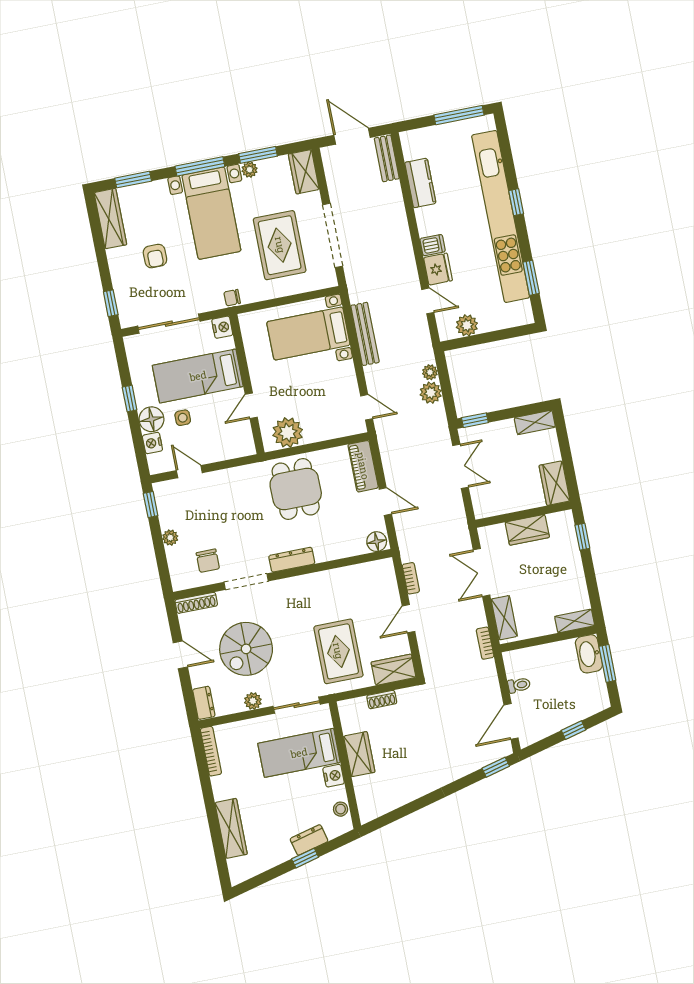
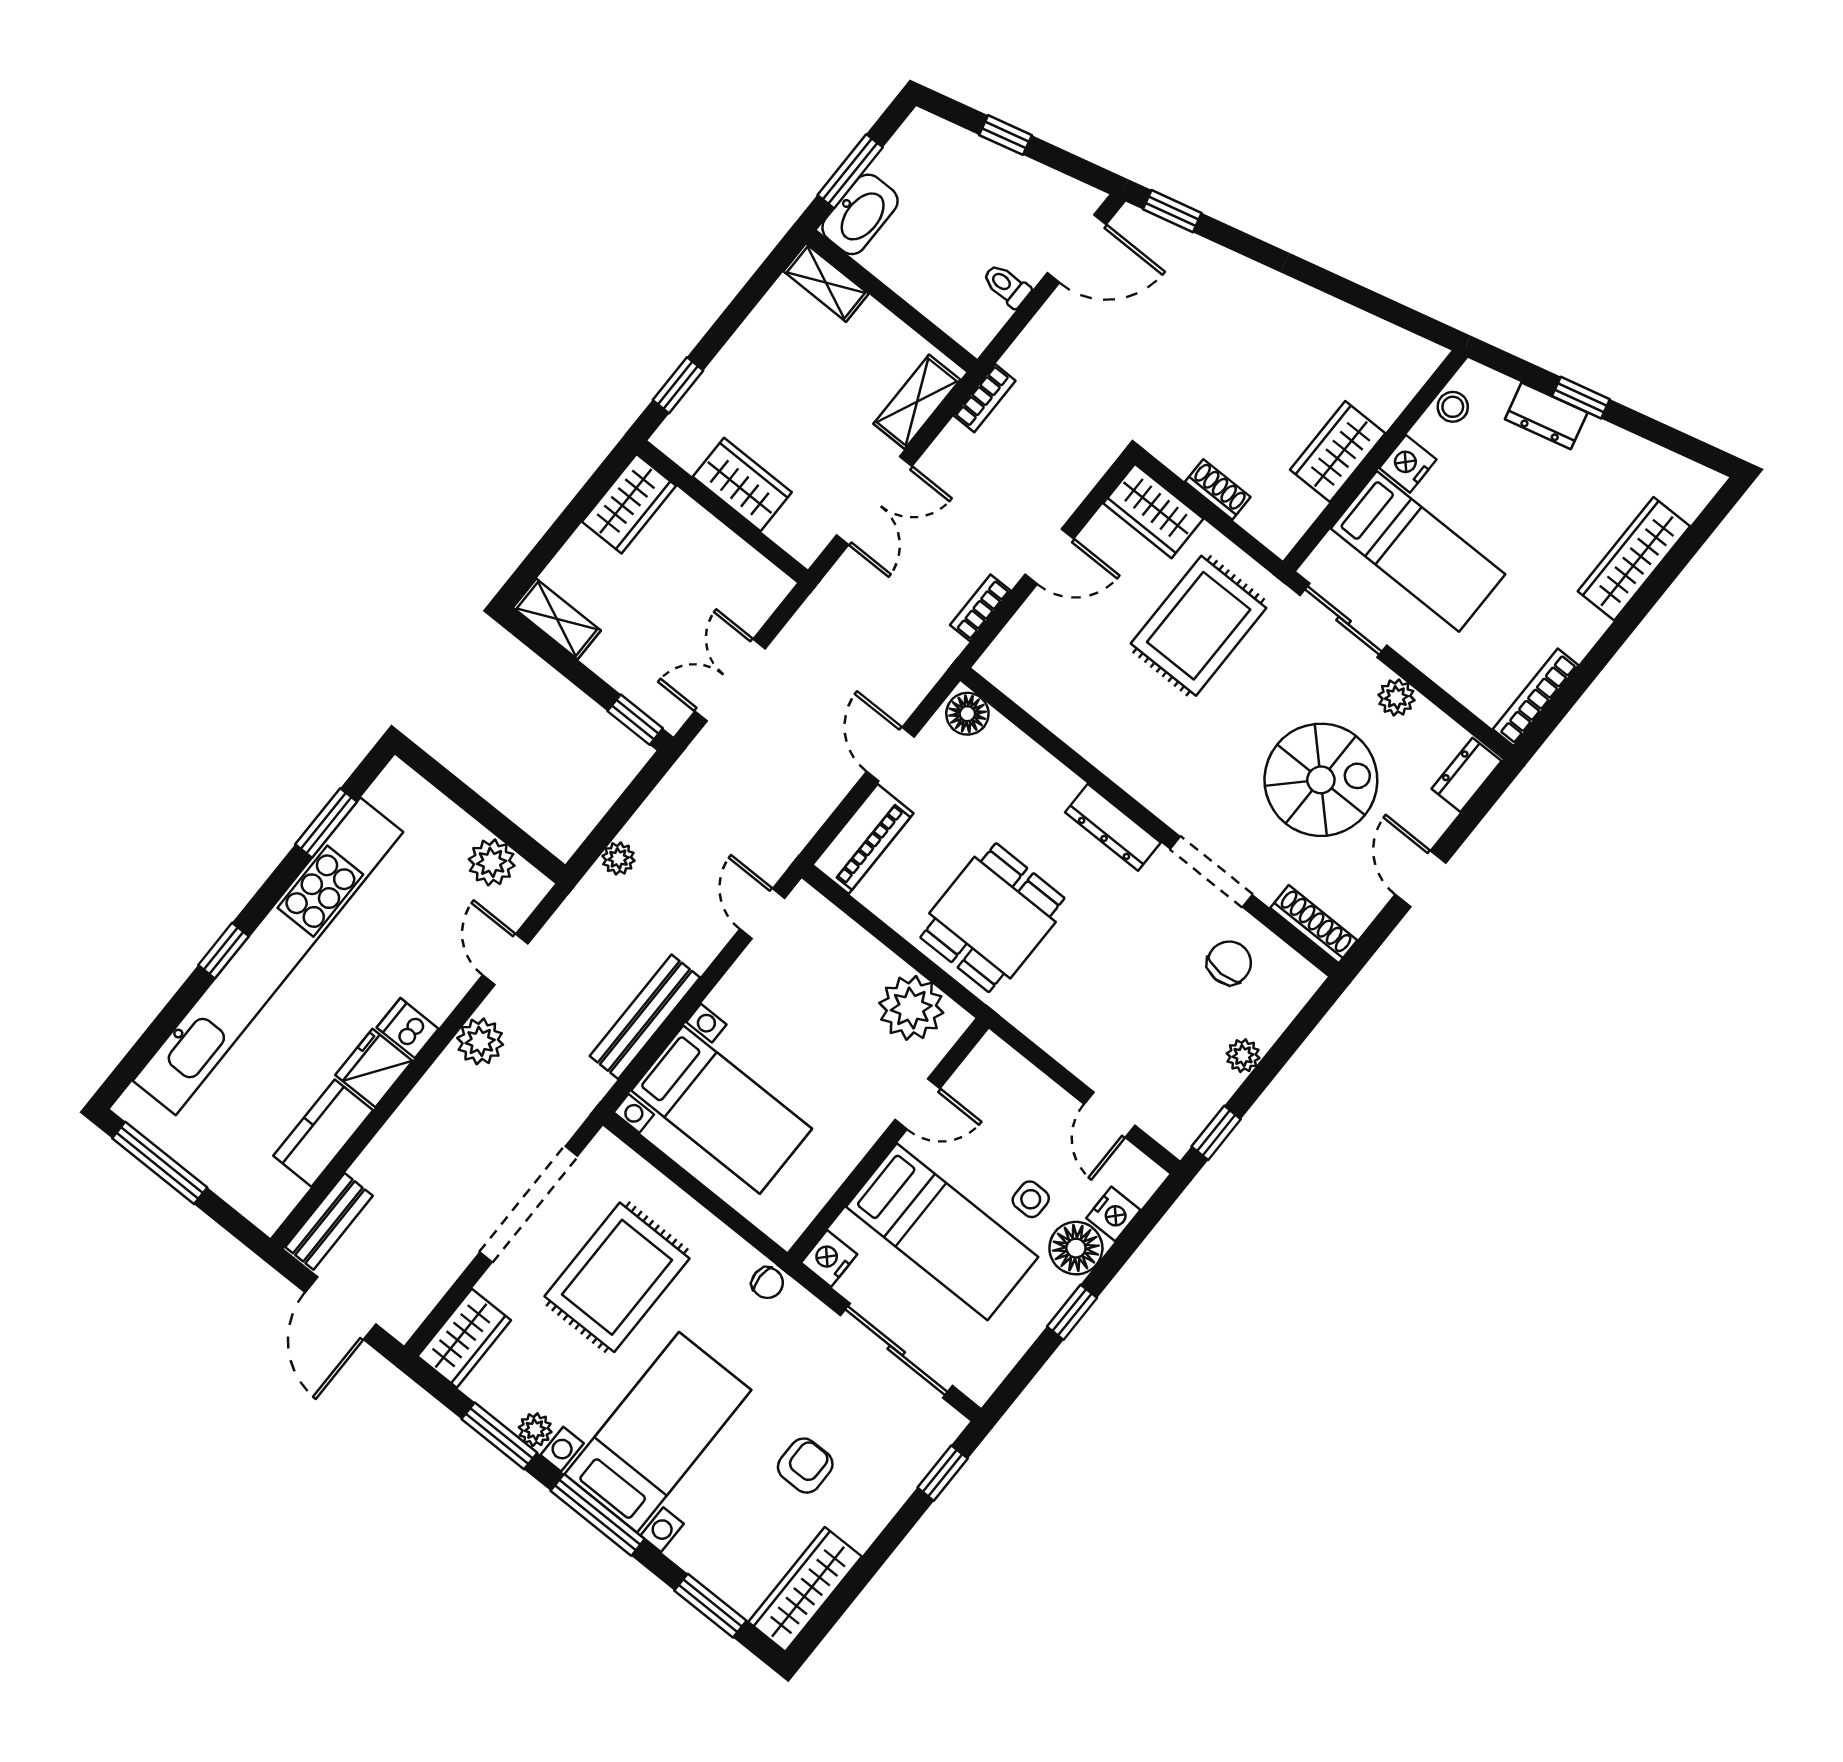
fridge: (438, 269) -> (374, 1068), moved
plant: (431, 393) -> (480, 1041), moved

